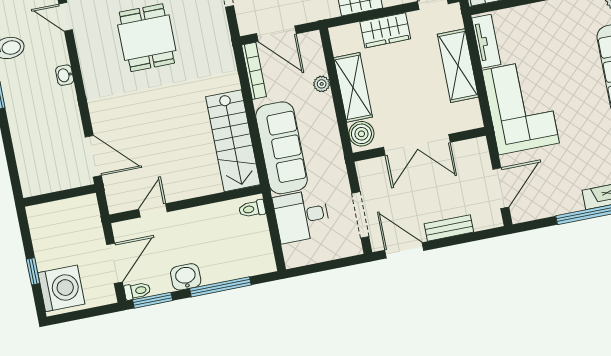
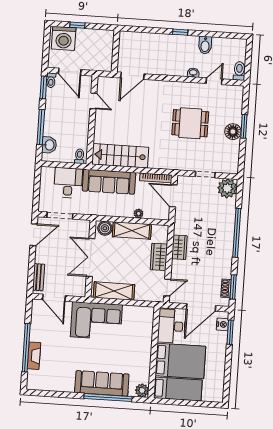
door: (276, 34) -> (173, 196), hinge flipped
tv unit: (486, 41) -> (138, 311), removed
shelving: (458, 66) -> (114, 291), moved
washbasin: (65, 75) -> (193, 73), moved
bench: (449, 228) -> (39, 277), moved
washbasin: (186, 277) -> (49, 145), moved

